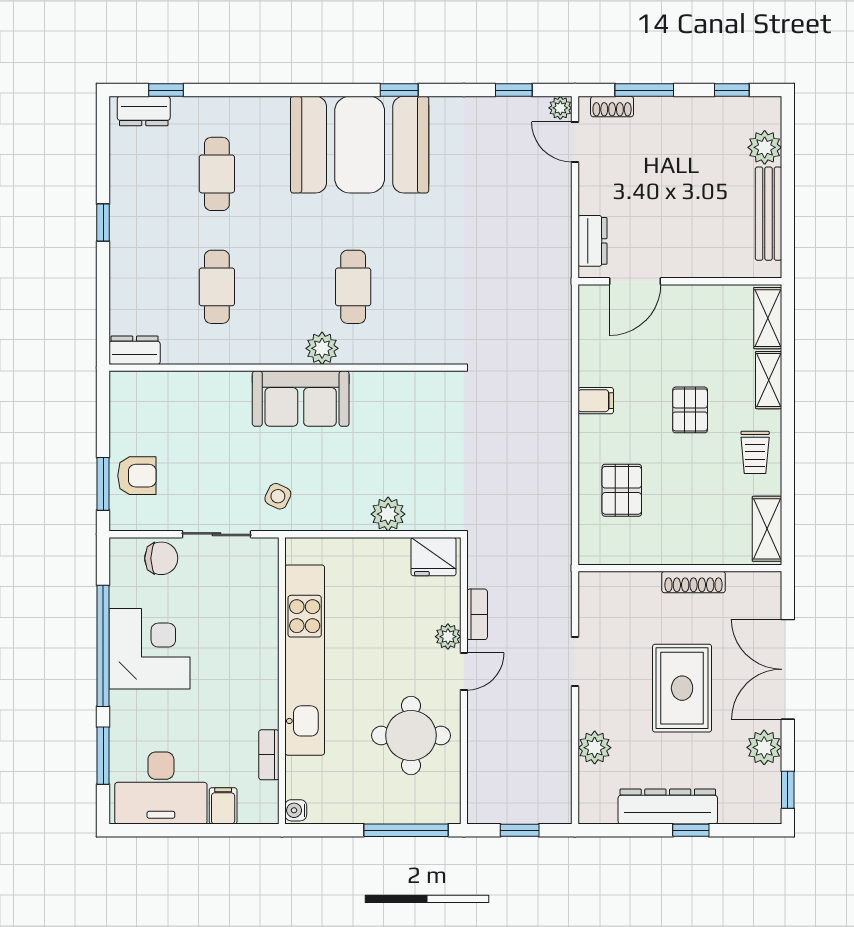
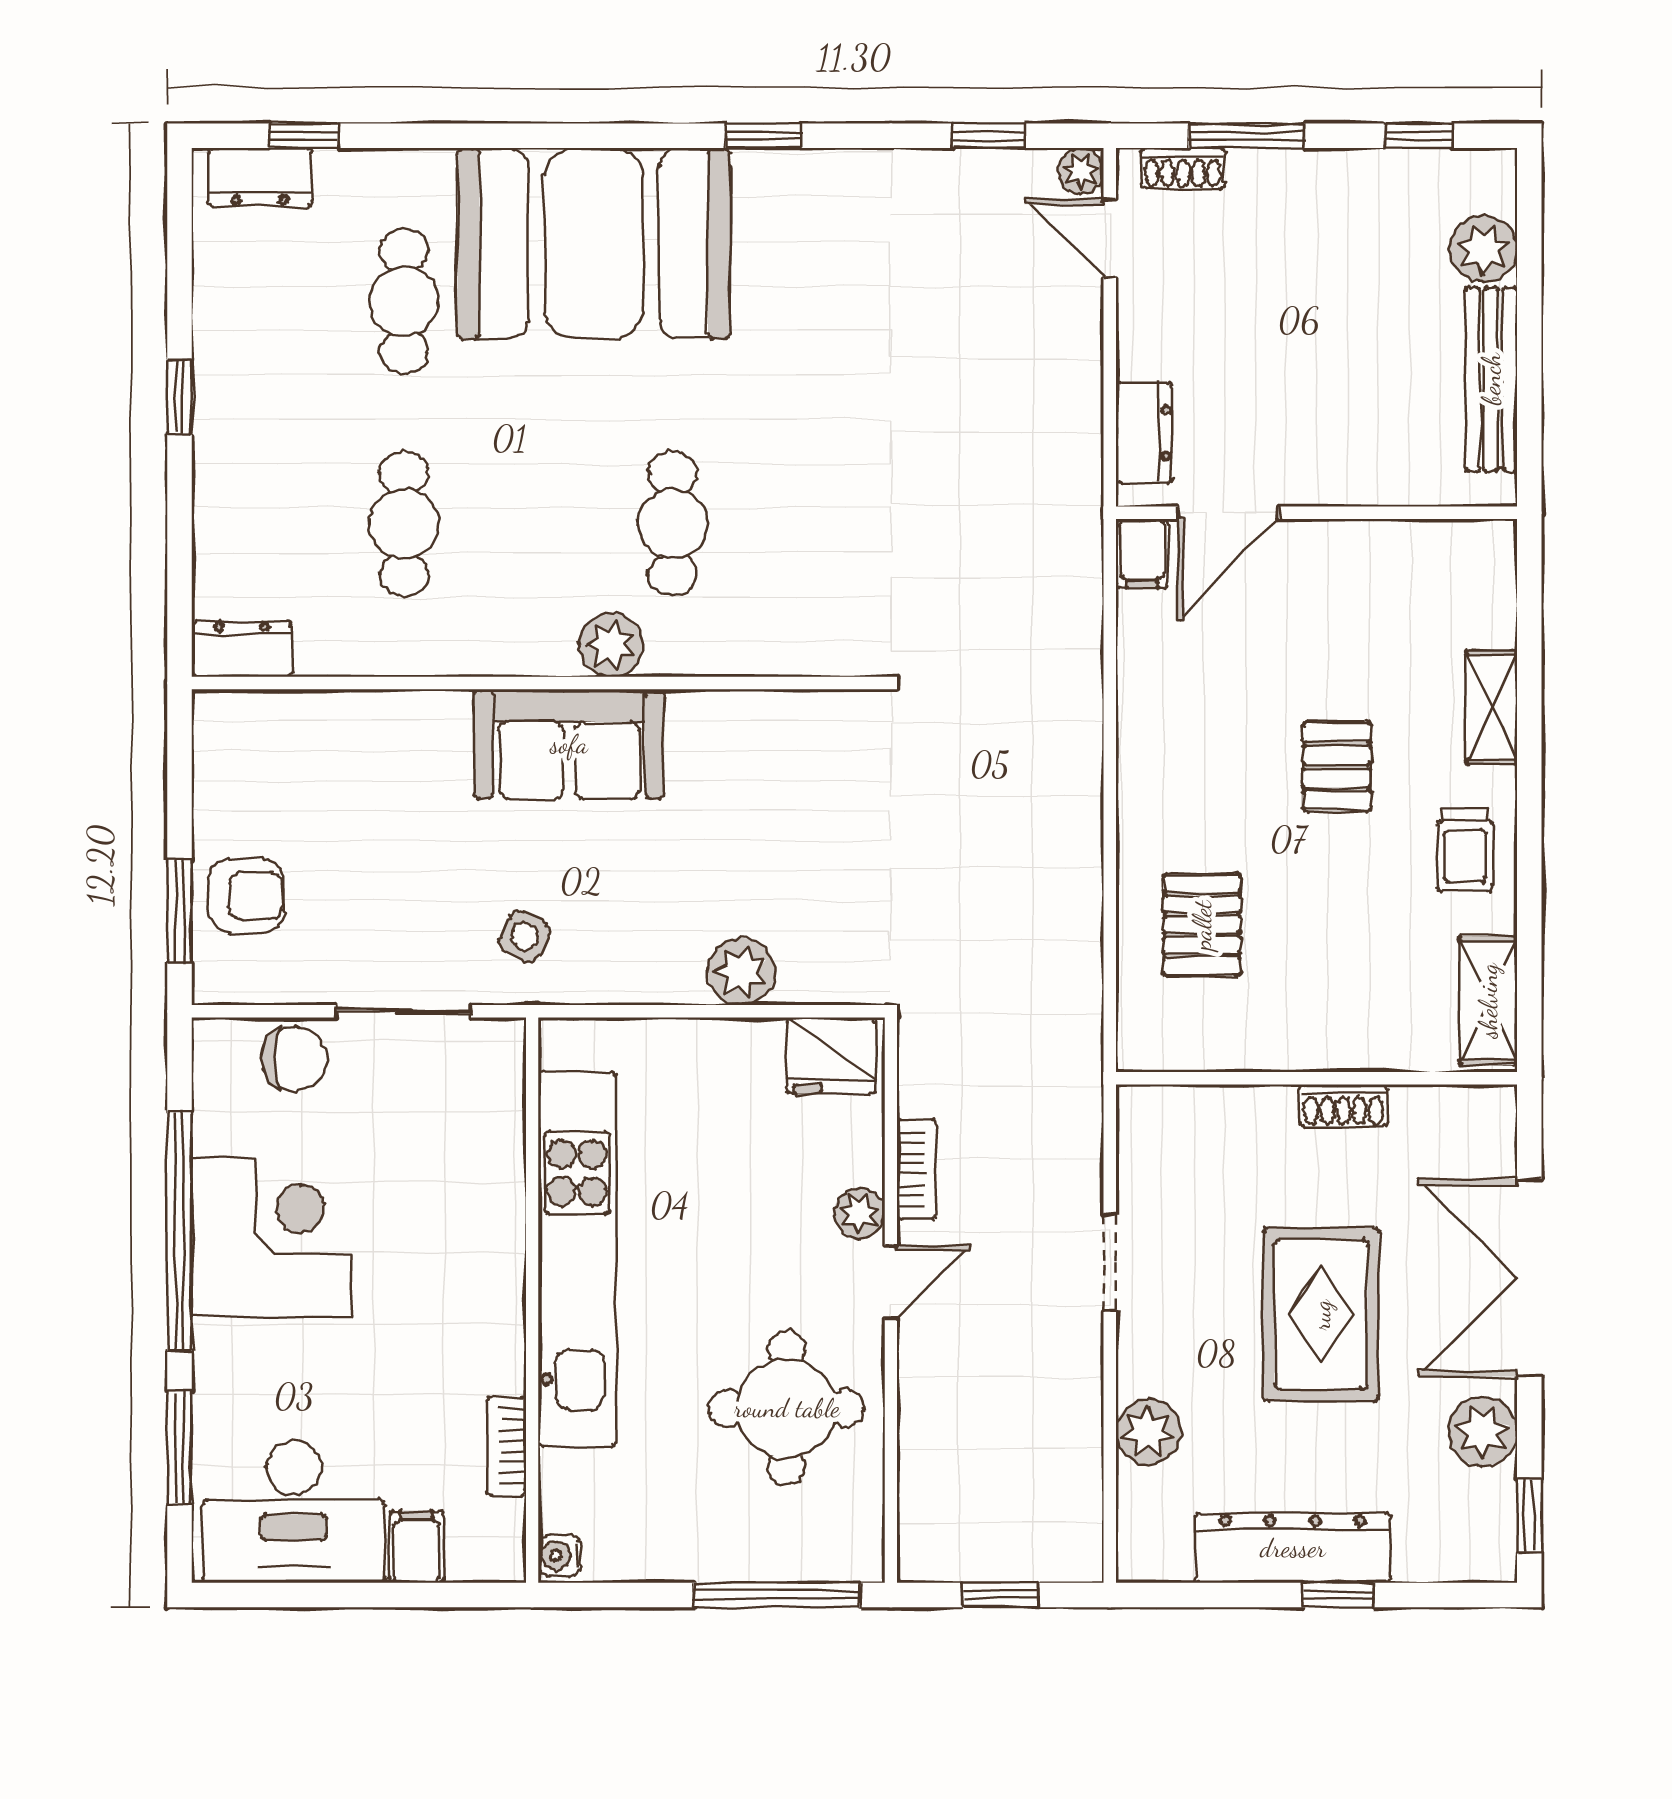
booth: (360, 145) -> (594, 243), moved
shelving: (768, 318) -> (1490, 585), removed
filing cabinet: (596, 401) -> (1142, 554), moved, turned 90
shoe rack: (694, 582) -> (1343, 1106), width x0.70

